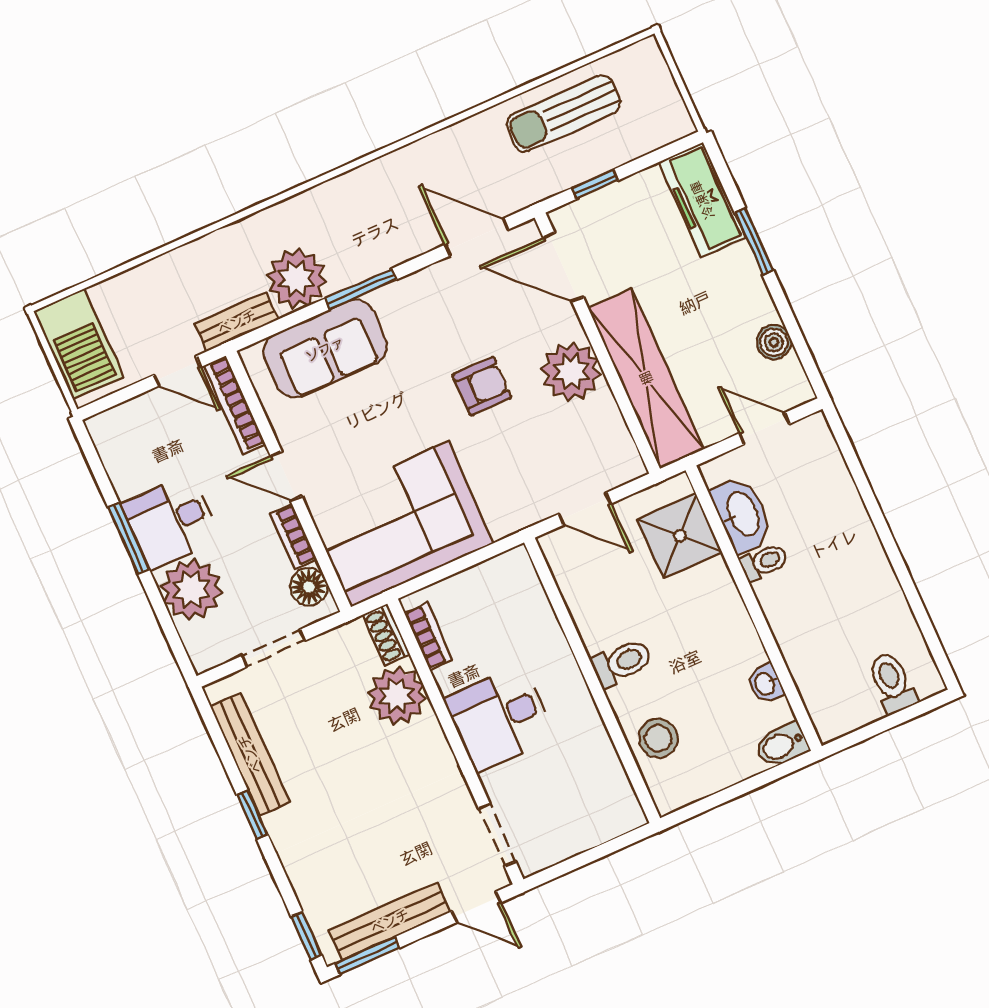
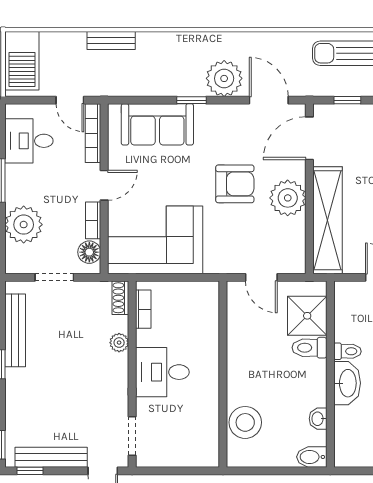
door: (563, 267) -> (309, 138), hinge flipped
plant: (297, 279) -> (224, 78), moved
window: (361, 289) -> (192, 100), width x0.67
bench: (237, 322) -> (111, 40), moved
armchair: (482, 386) -> (235, 184), width x1.38, depth x1.38
door: (286, 476) -> (104, 185), swing flipped
washbasin: (742, 514) -> (347, 383), moved
desk: (171, 521) -> (29, 141), moved
toilet: (622, 663) -> (309, 348), moved, turned 180
plant: (397, 696) -> (119, 343), width x0.53, depth x0.53
stool: (658, 738) -> (245, 422), width x1.38, depth x1.38
window: (367, 956) -> (30, 471), width x0.67

